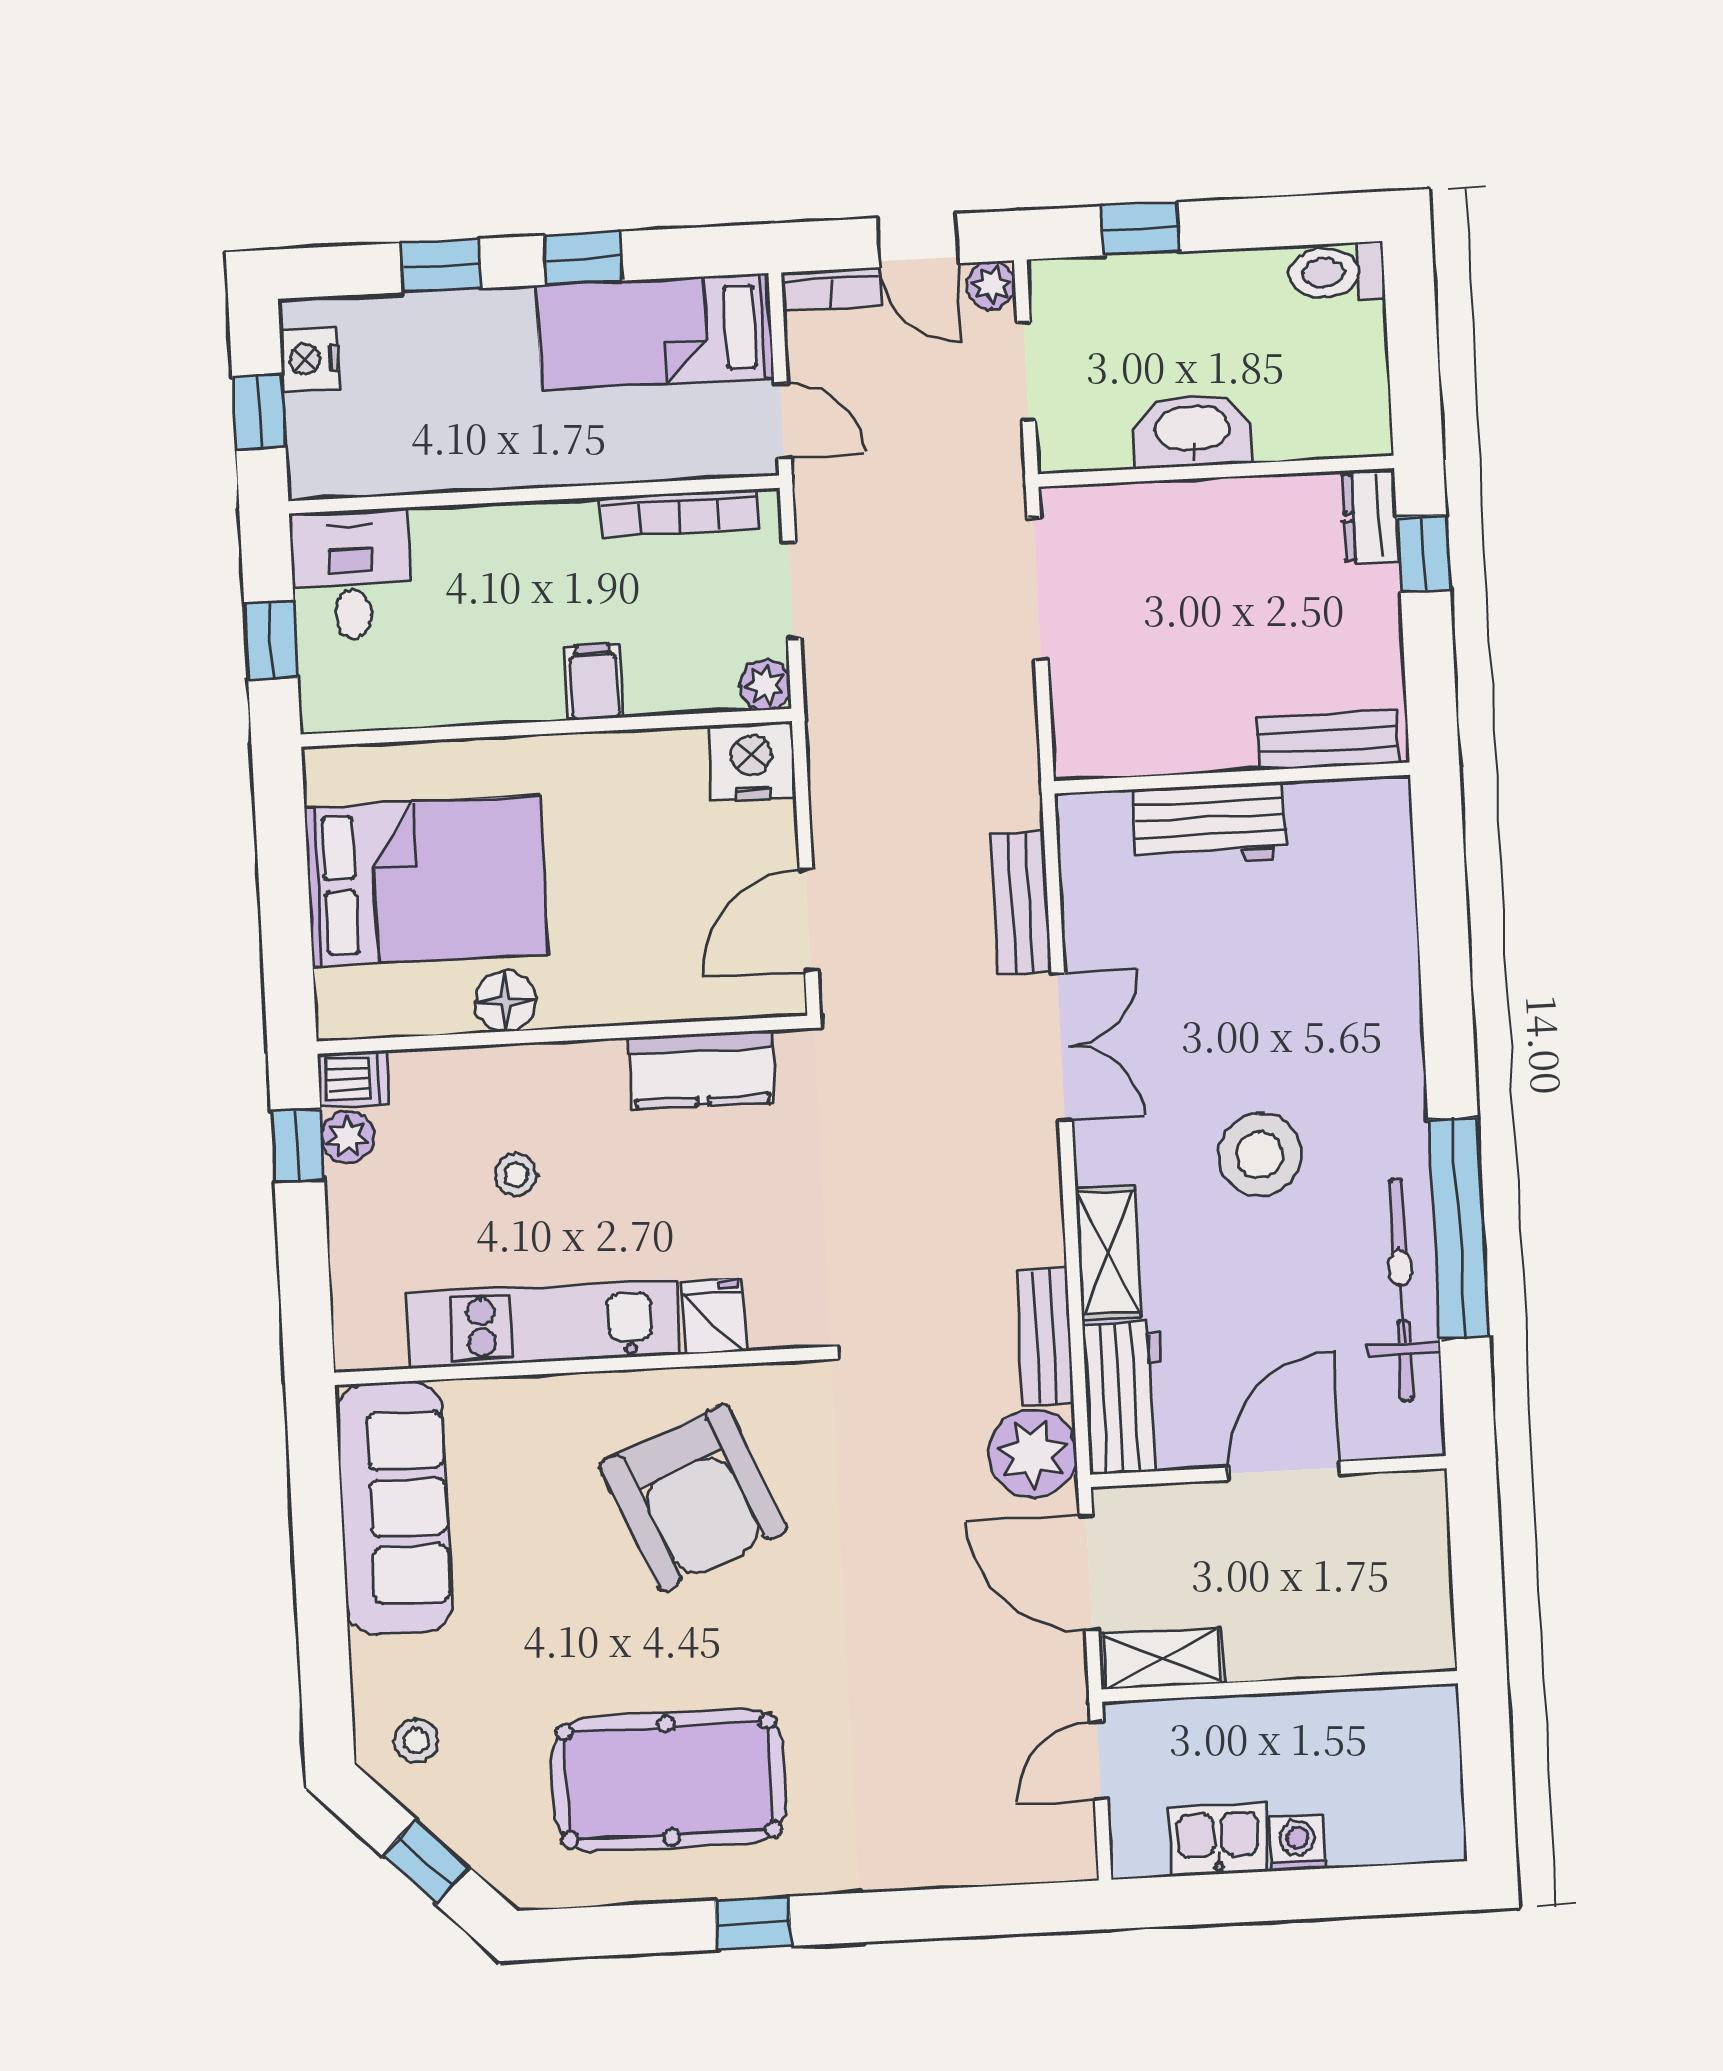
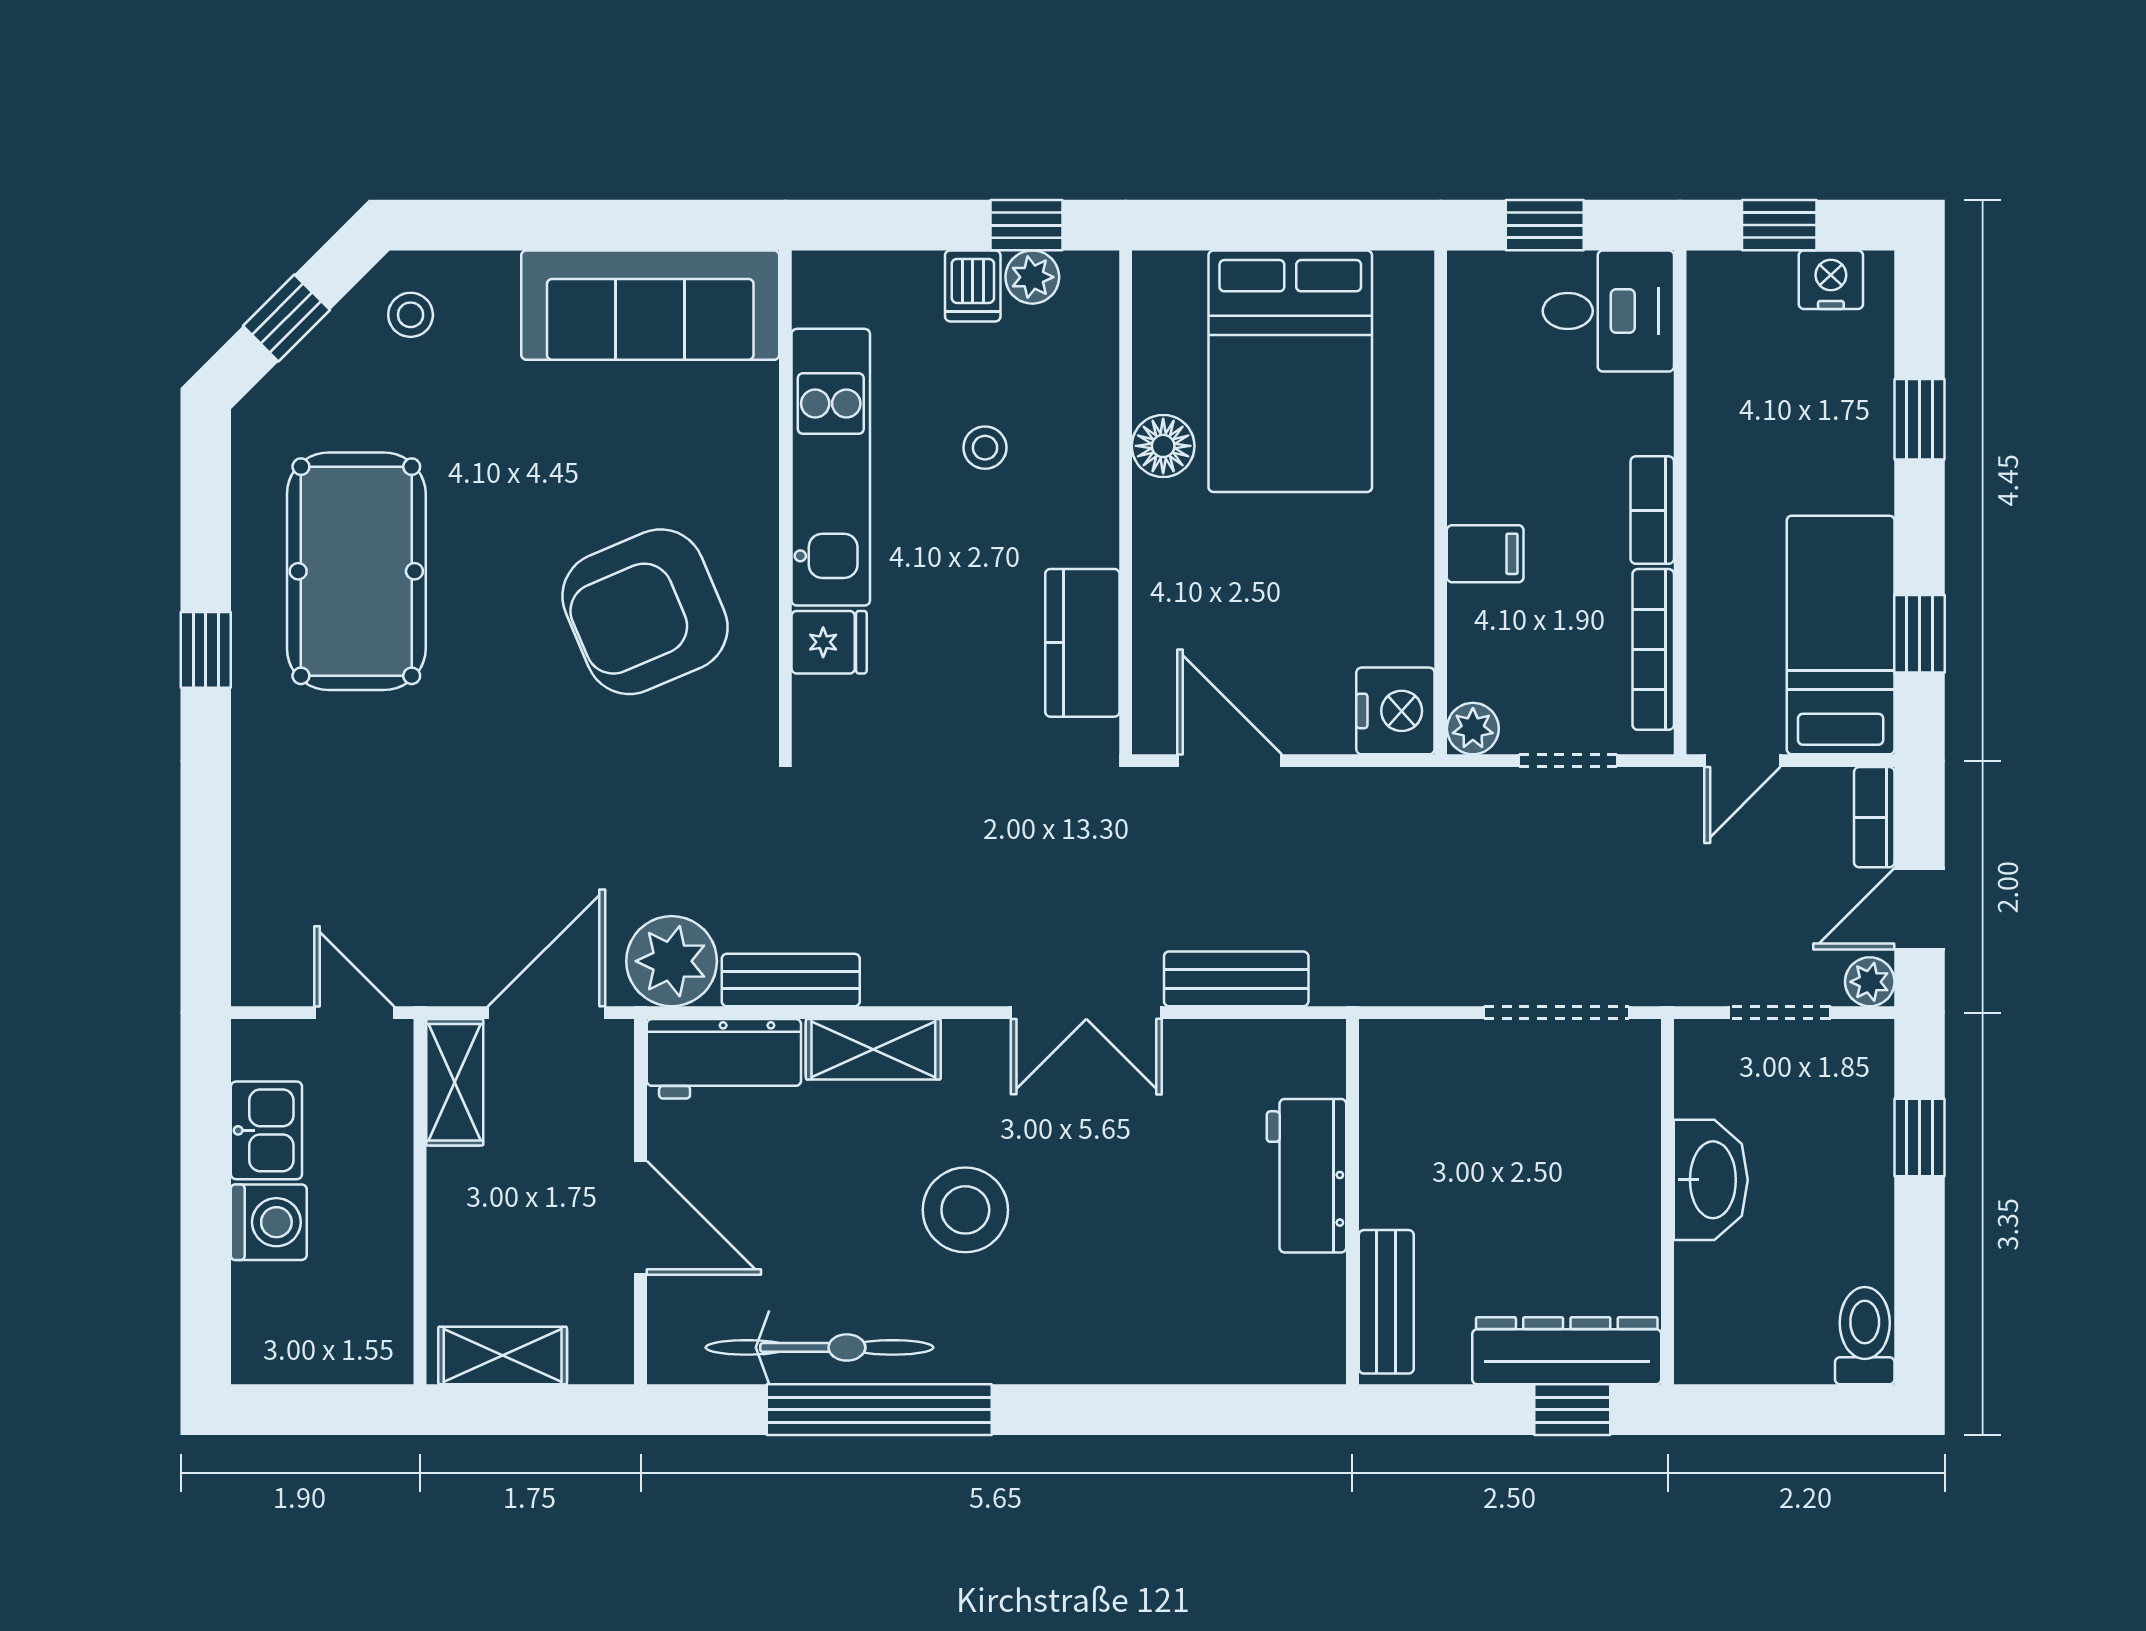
window: (583, 258) -> (1920, 634), moved
dresser: (1370, 516) -> (1567, 1351), width x1.96, depth x1.24
bookcase: (543, 521) -> (1652, 510), added
dishwasher: (353, 1079) -> (973, 286), moved
shelving: (1425, 1598) -> (503, 1356), added
washing machine: (1298, 1843) -> (269, 1222), width x1.38, depth x1.38

